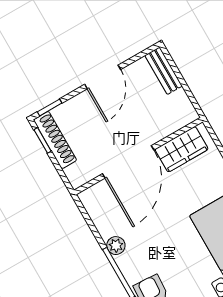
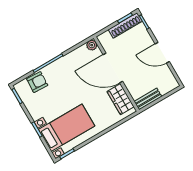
bench: (163, 71) -> (148, 99), moved
plant: (116, 246) -> (92, 45), moved

